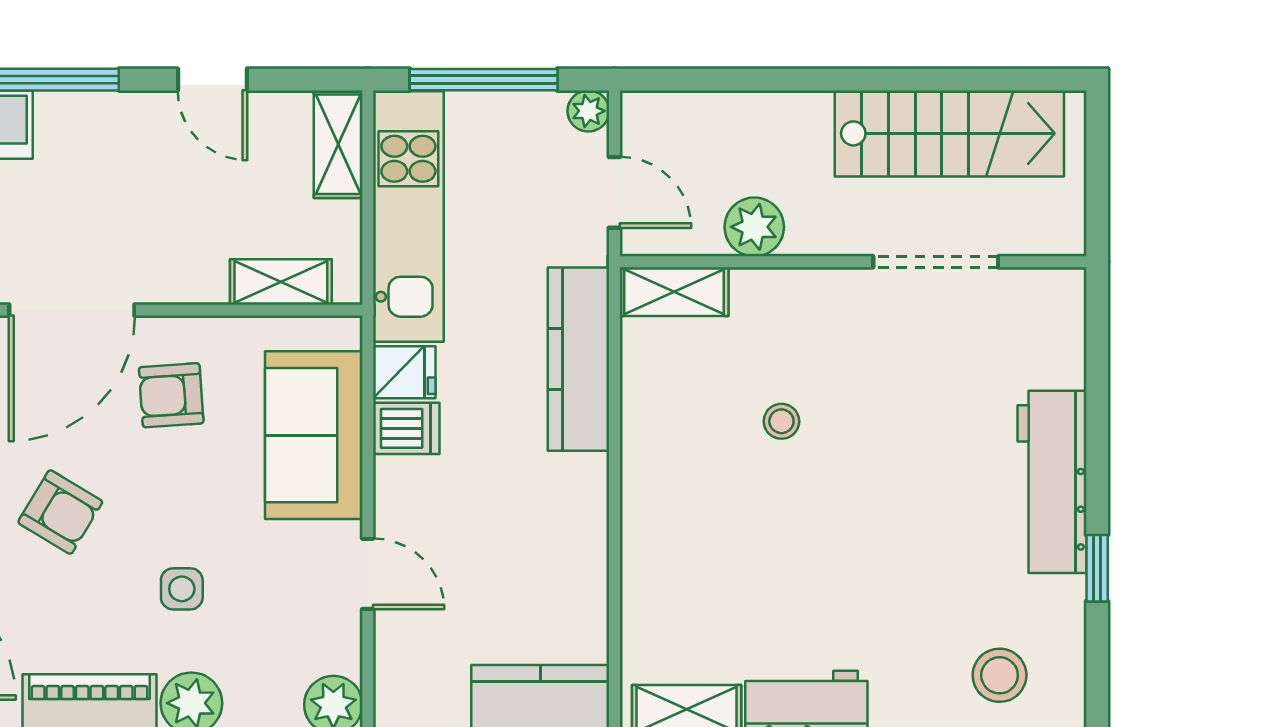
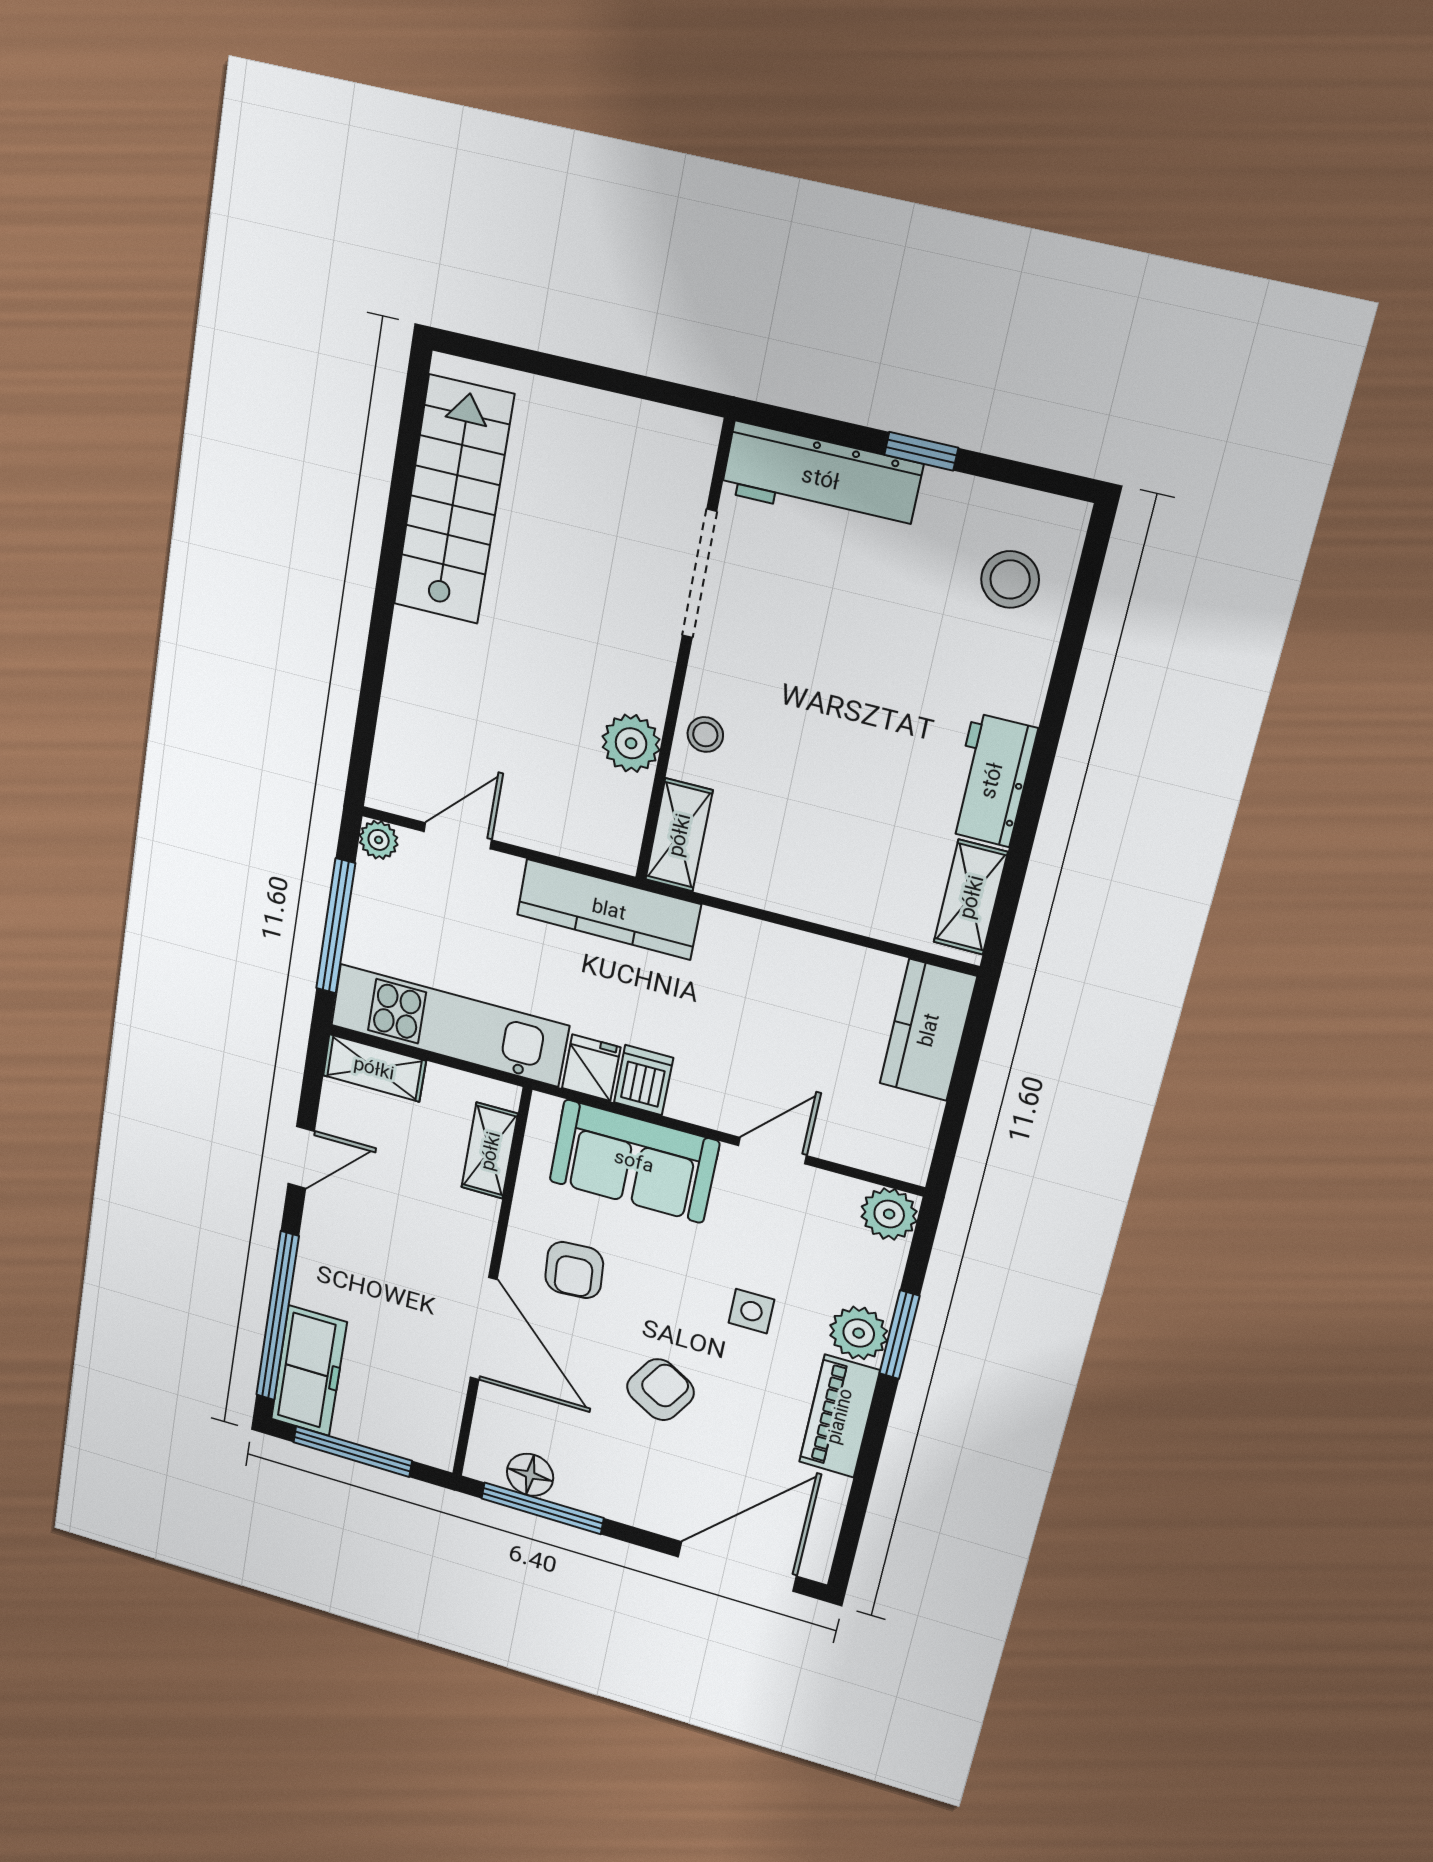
plant: (754, 227) -> (631, 743), moved
wall: (853, 262) -> (683, 656), moved
doorway: (936, 262) -> (699, 574), moved
shelving: (674, 292) -> (679, 835), moved

